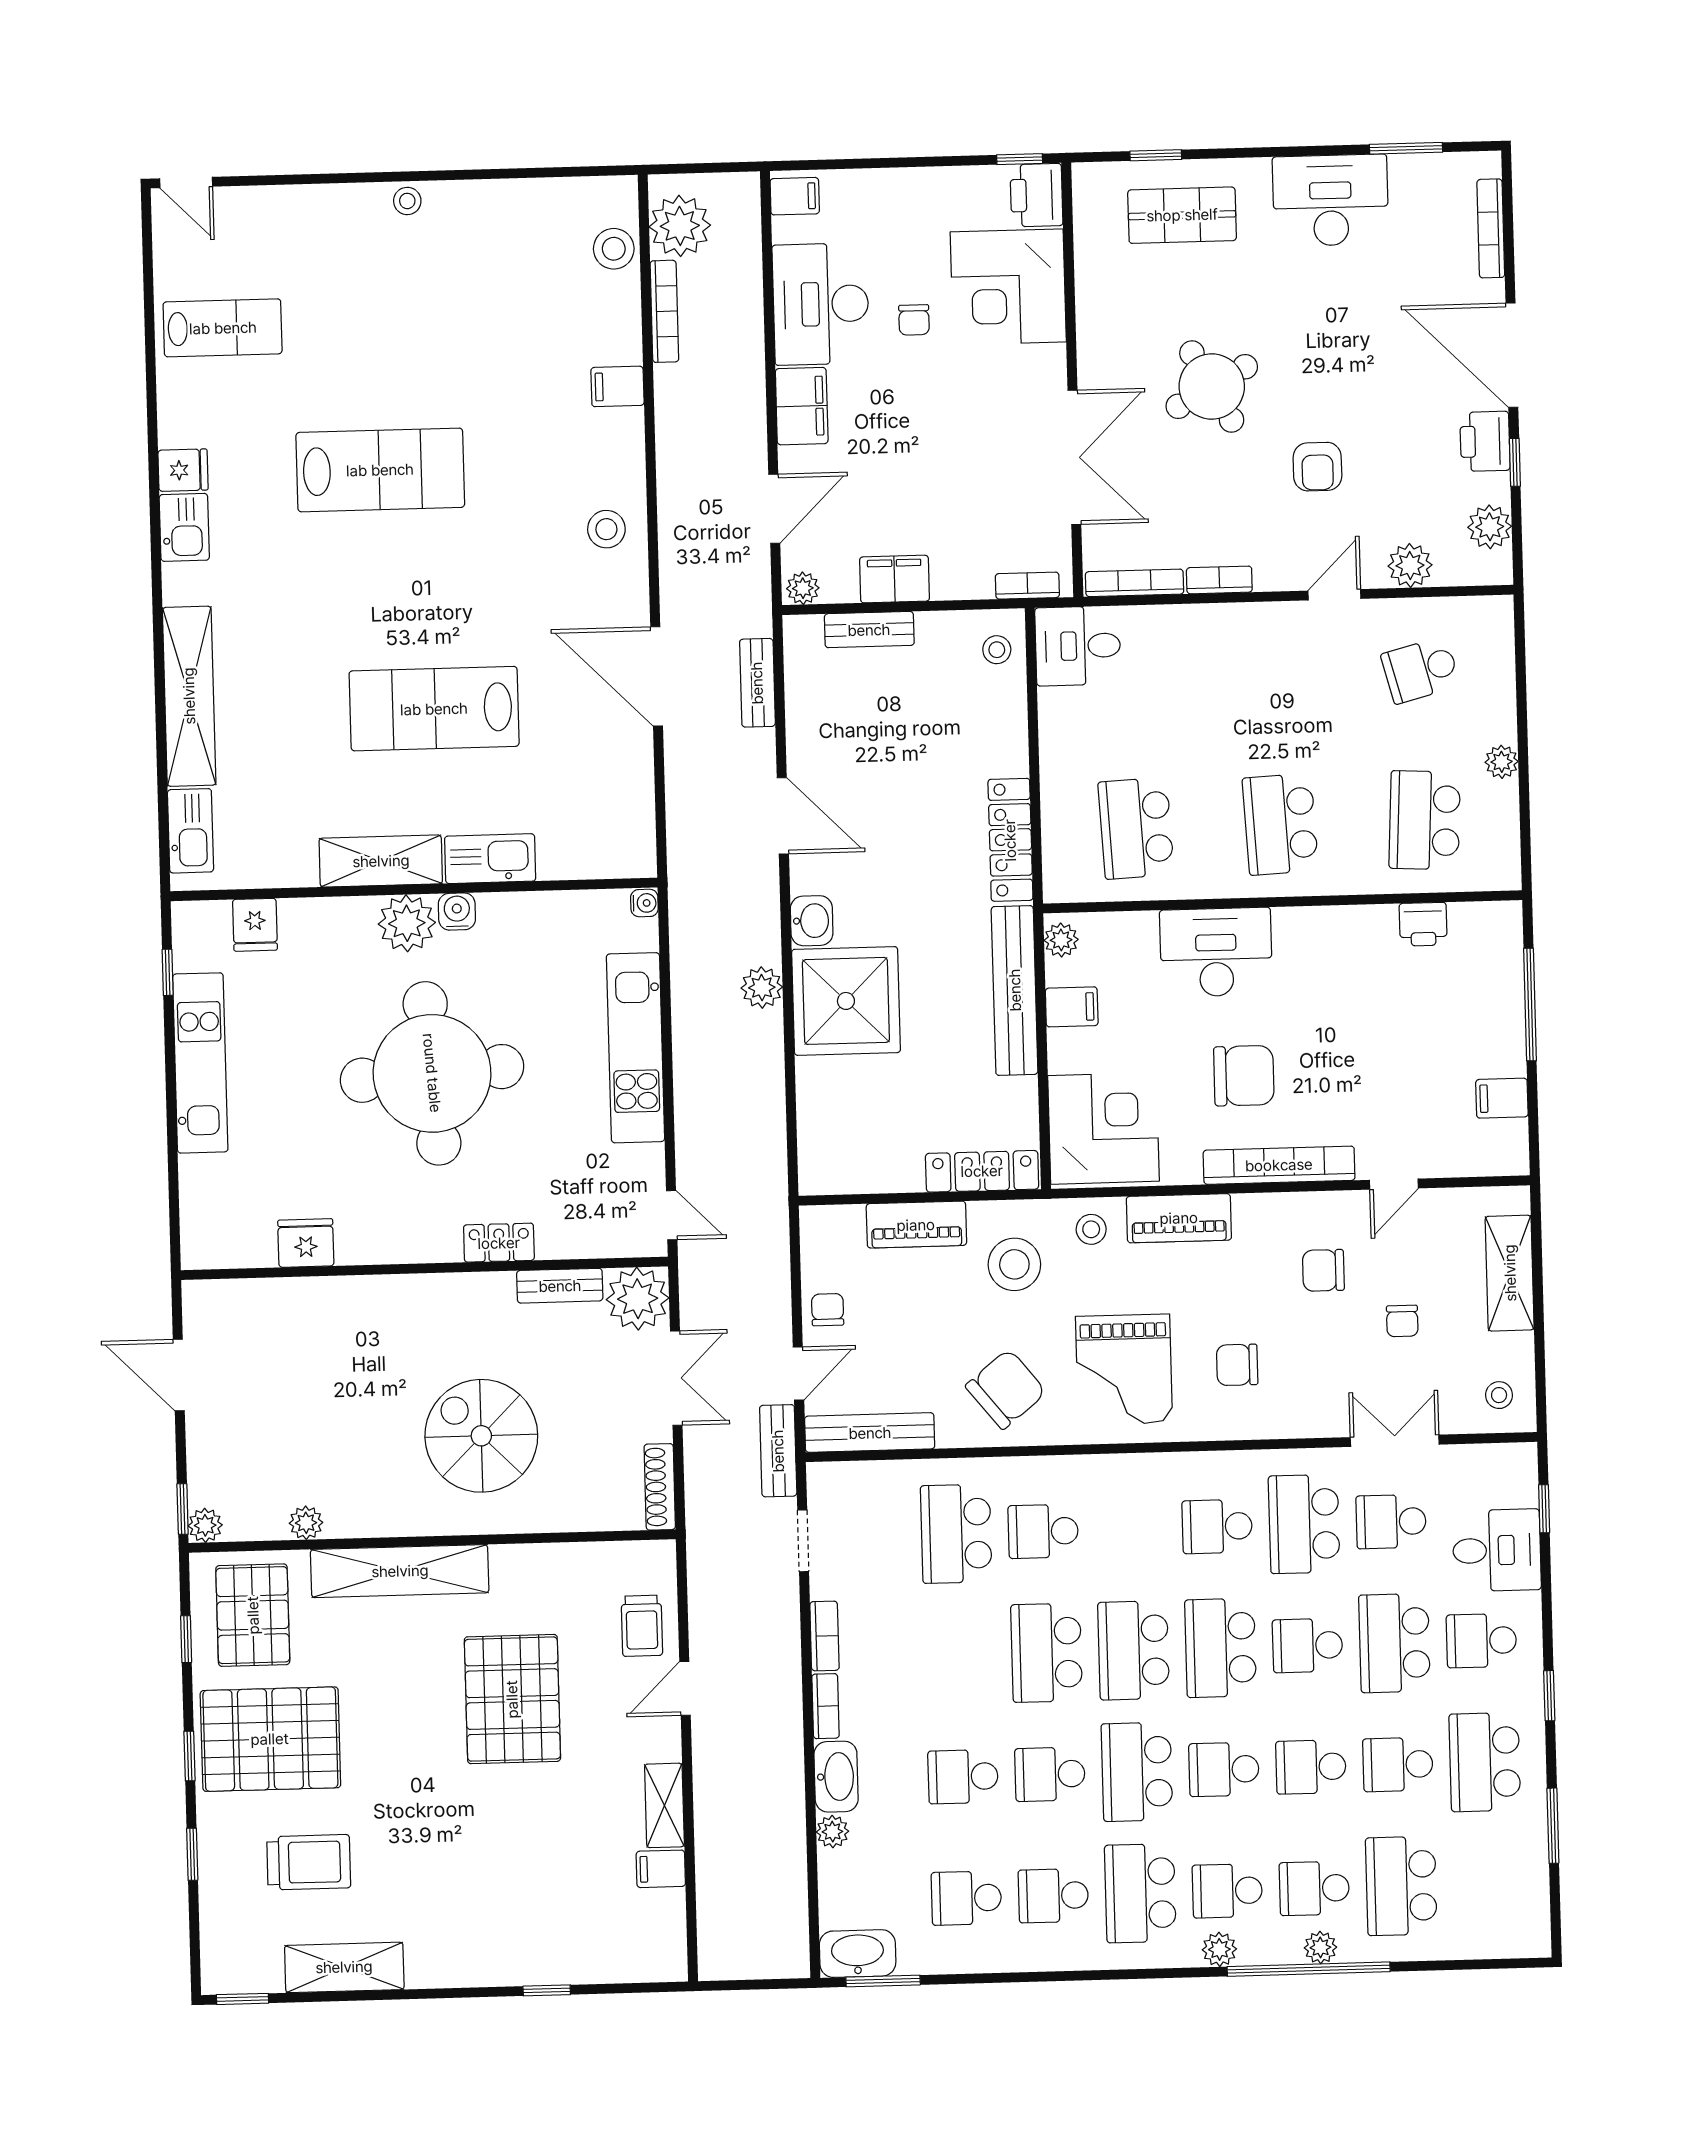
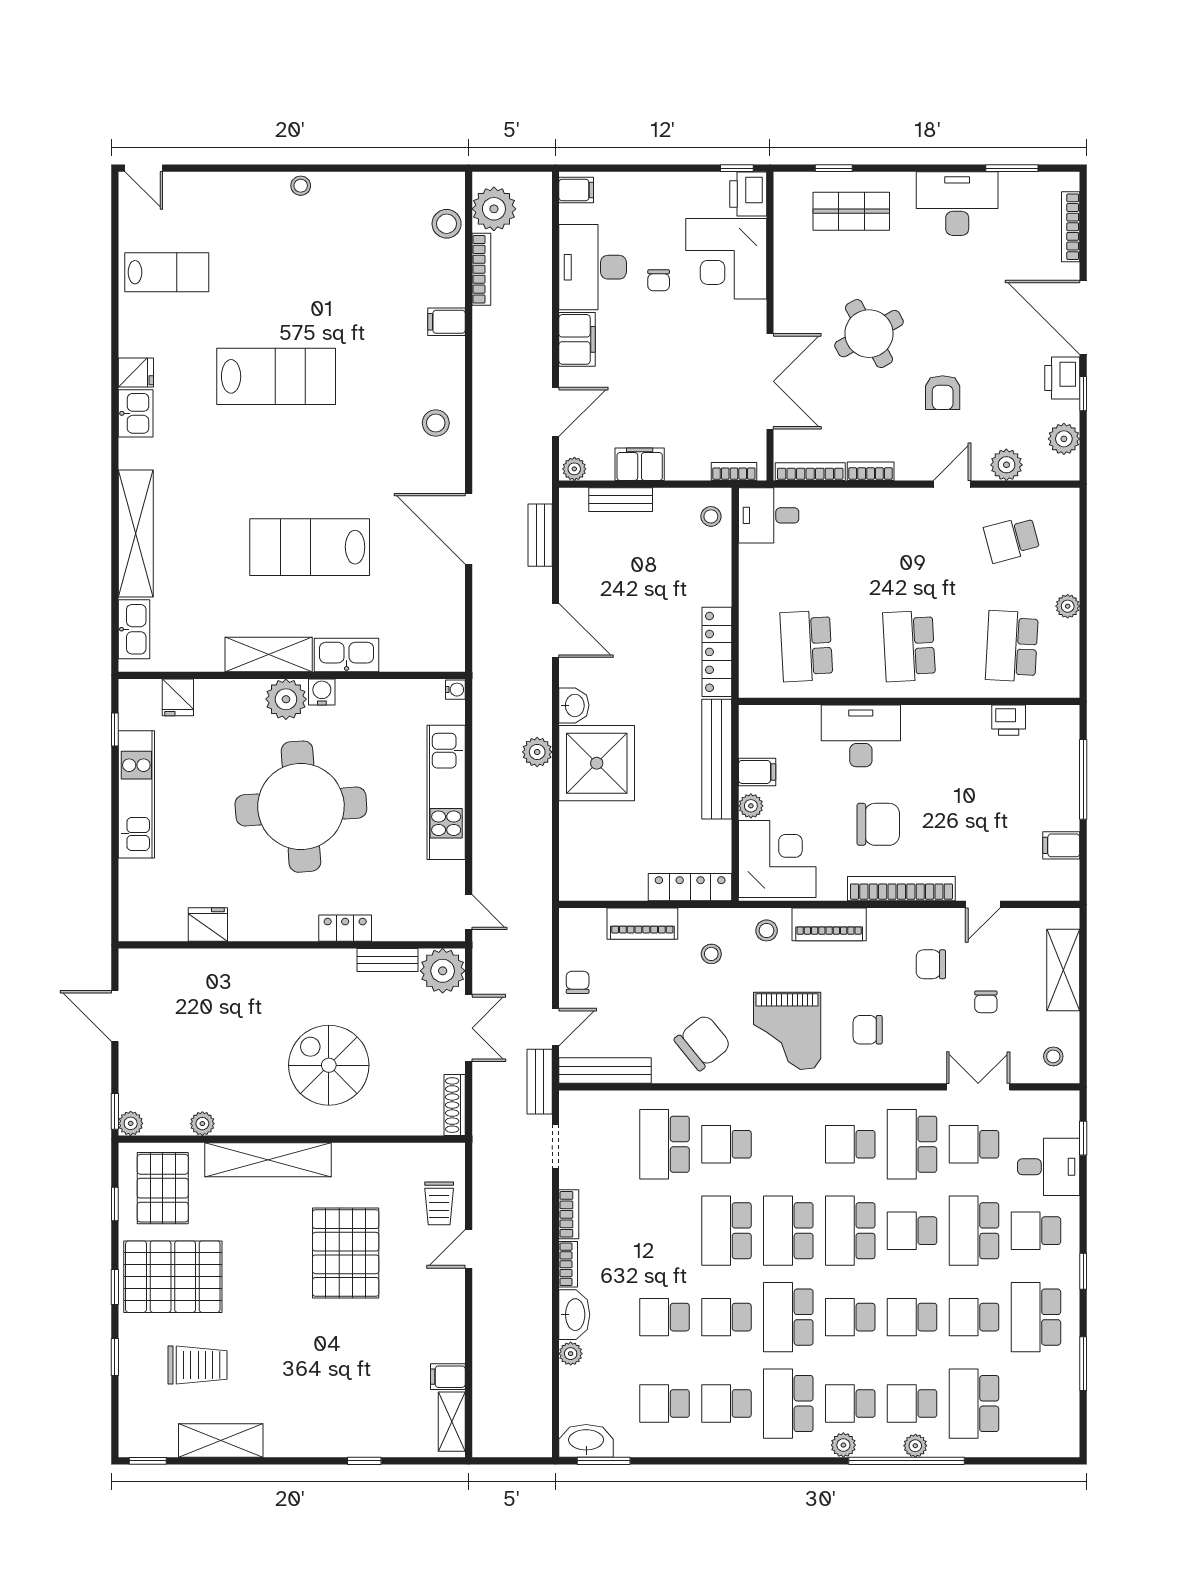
plant: (1061, 940) -> (751, 806), moved
stool: (1014, 1264) -> (711, 954), width x0.53, depth x0.53
shelving: (664, 1805) -> (452, 1422), moved

